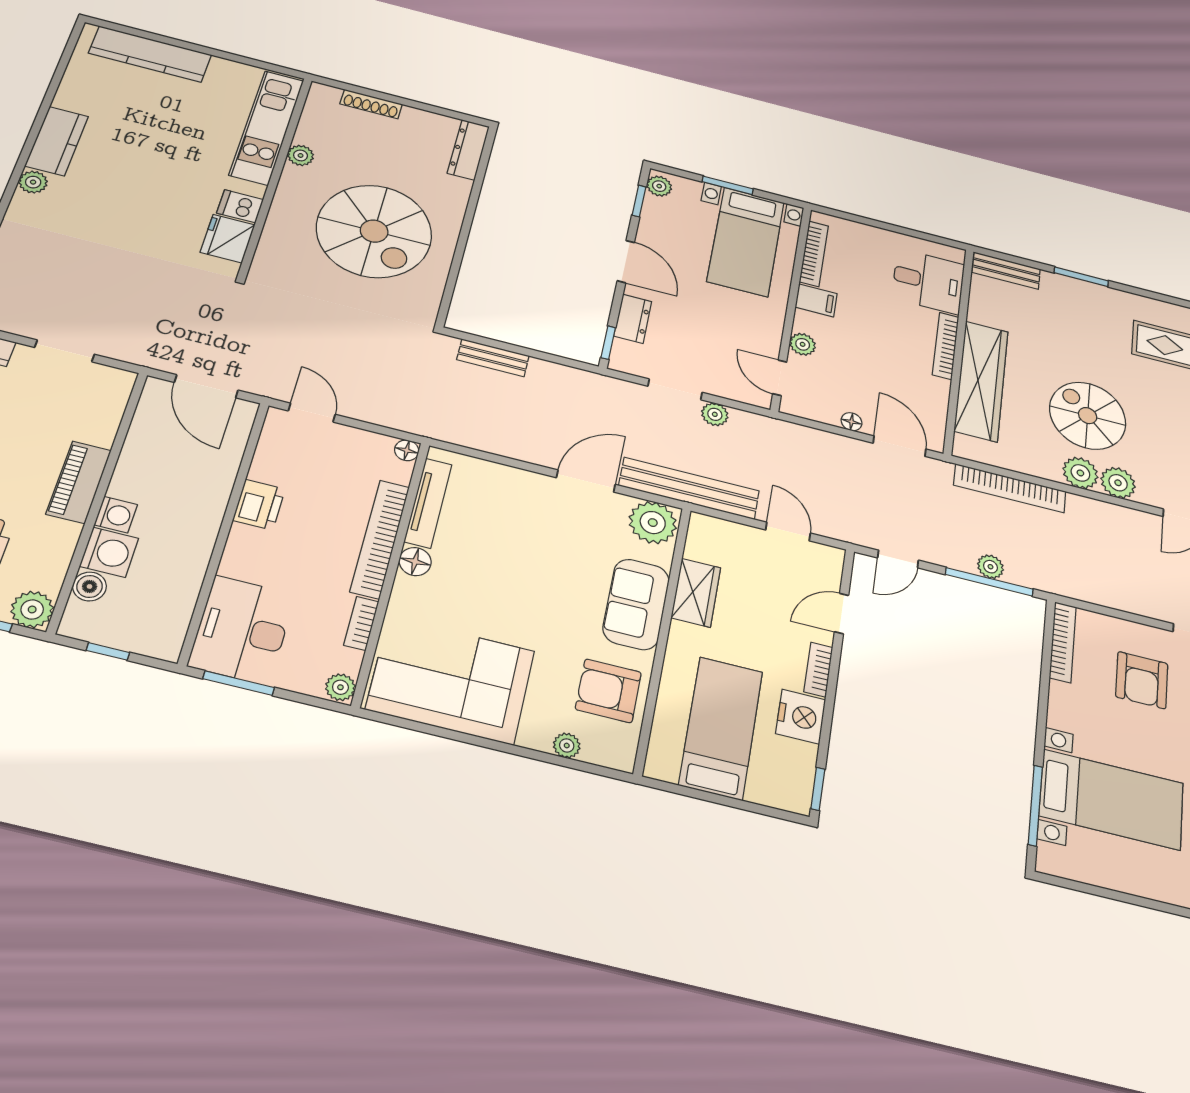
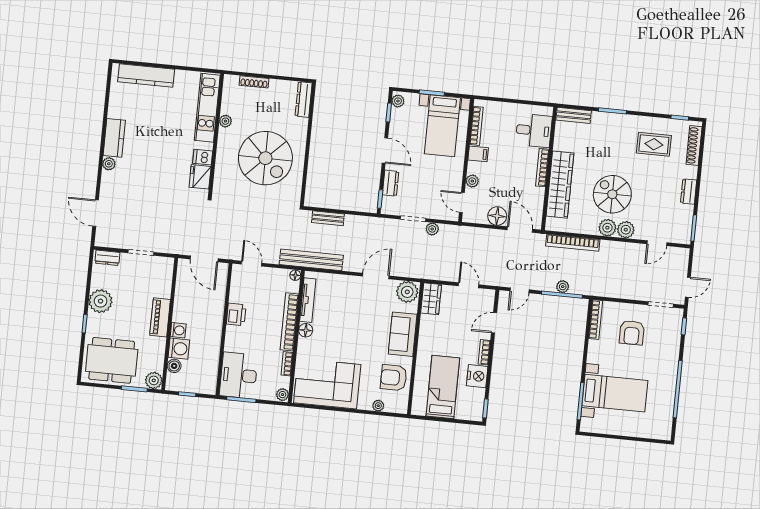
floor lamp: (851, 422) -> (497, 216), width x1.89, depth x1.89
bench: (689, 488) -> (311, 260), moved
wardrobe: (696, 593) -> (431, 299), moved

